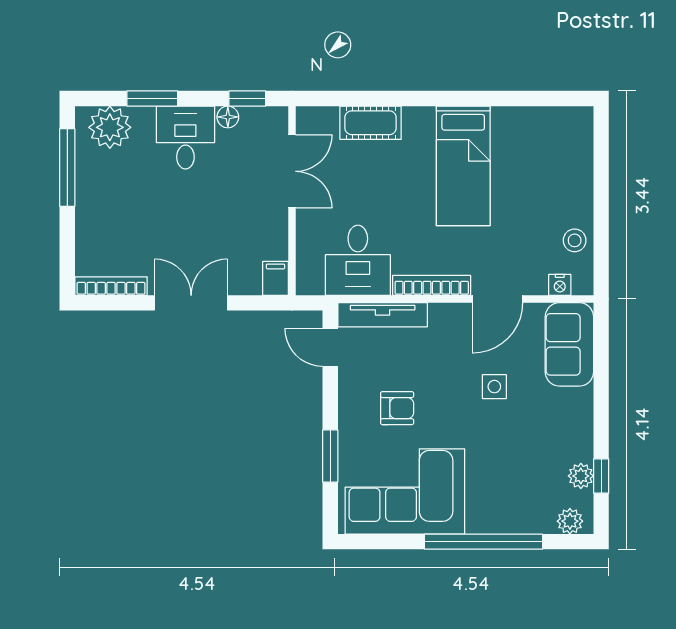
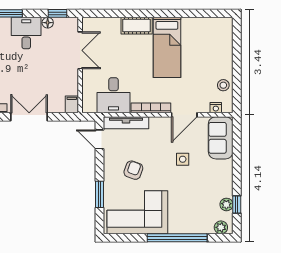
cot: (371, 123) -> (137, 26), moved
armchair: (397, 408) -> (133, 170), turned -70

